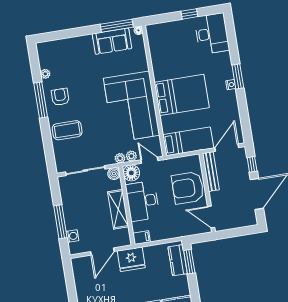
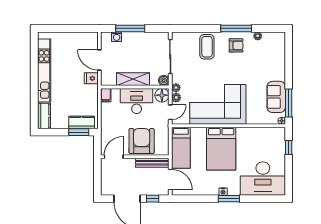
window: (189, 14) -> (289, 148), moved
desk: (212, 34) -> (263, 179), width x1.36, depth x1.30
fridge: (131, 259) -> (91, 78), width x0.53, depth x0.75

